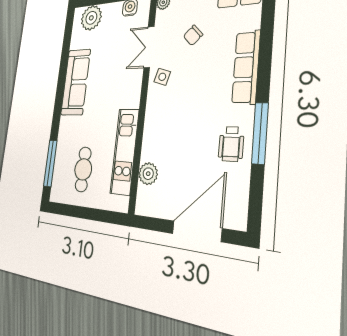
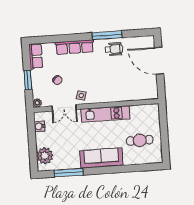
sofa: (76, 82) -> (101, 158), moved
kitchen unit: (125, 151) -> (105, 114), moved
window: (50, 163) -> (69, 173), moved
plant: (148, 174) -> (135, 94), removed

